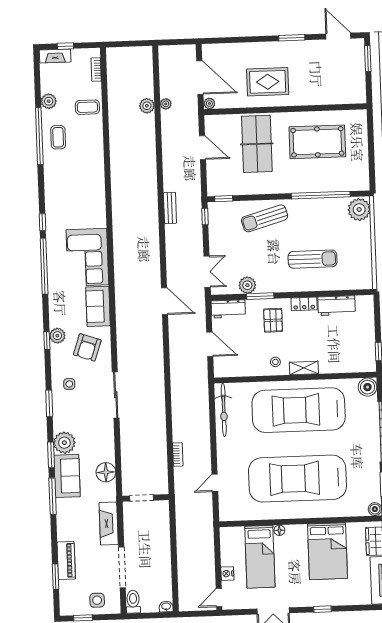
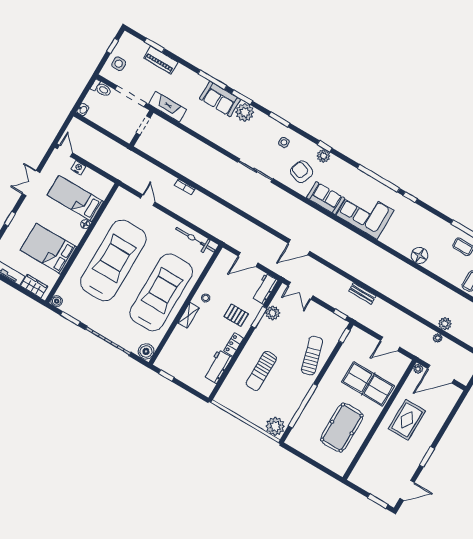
floor lamp: (106, 472) -> (420, 256), moved
doorway: (142, 498) -> (143, 125), moved
wall: (146, 498) -> (142, 128), moved

